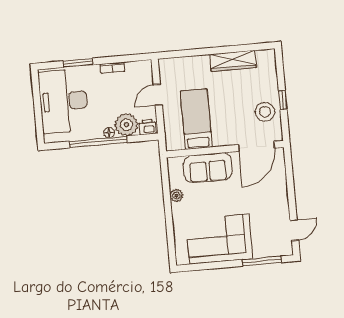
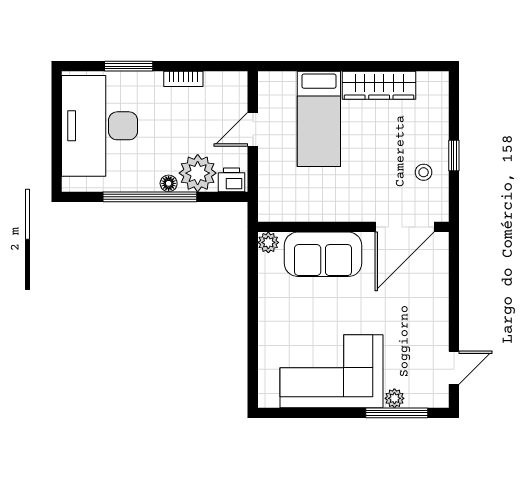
stool: (265, 112) -> (424, 172), width x0.53, depth x0.53
bed: (196, 119) -> (319, 119), moved, turned 180
plant: (176, 195) -> (268, 242), moved
plant: (260, 252) -> (394, 398), added

